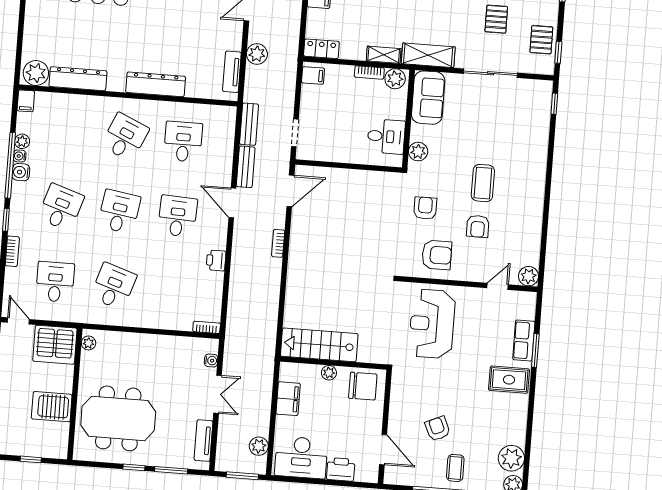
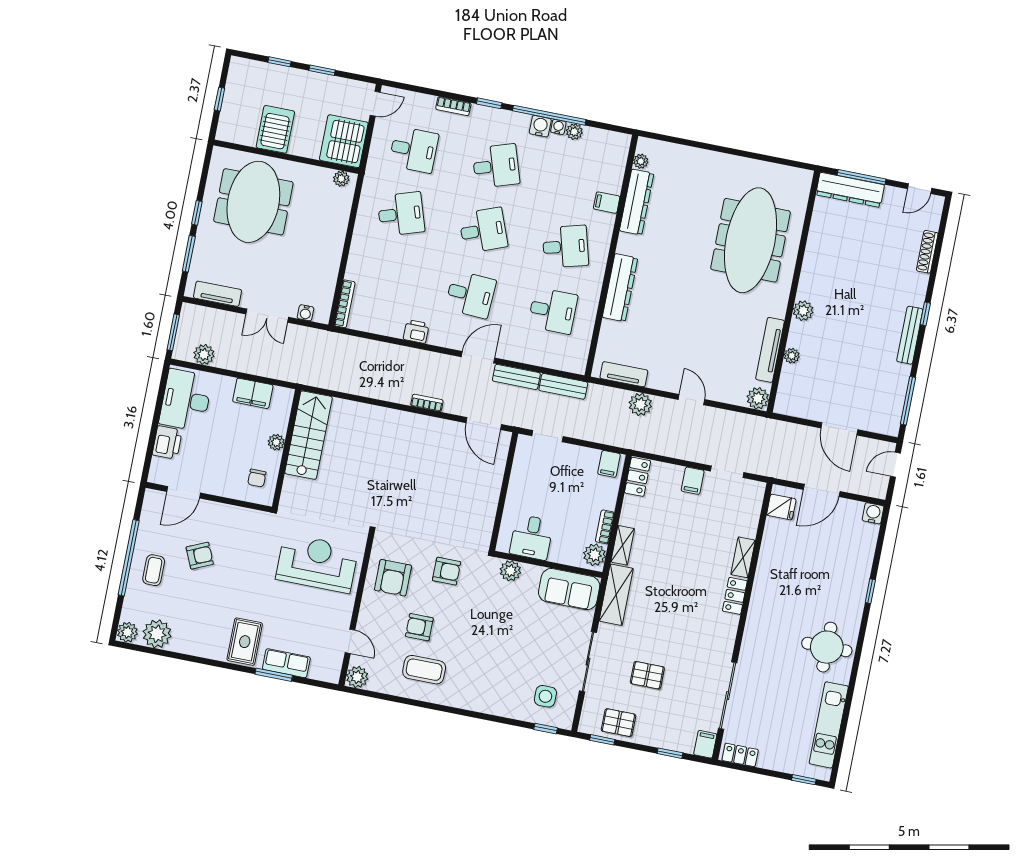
plant: (36, 73) -> (641, 161), width x0.53, depth x0.53
filing cabinet: (26, 101) -> (607, 203), moved
side table: (526, 107) -> (545, 696), added
desk: (125, 137) -> (565, 247), turned -39
coffee table: (483, 183) -> (424, 670), moved
desk: (61, 207) -> (496, 166), turned -36
desk: (119, 212) -> (483, 230), turned -30
desk: (113, 286) -> (401, 214), turned -36
bookcase: (207, 327) -> (345, 304), width x1.56
chair: (363, 386) -> (257, 478), width x0.54, depth x0.54
coffee table: (455, 468) -> (154, 570), turned 90

